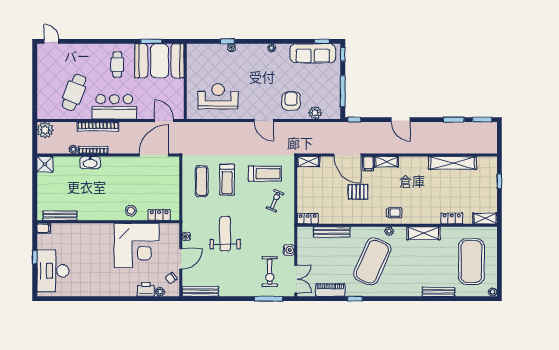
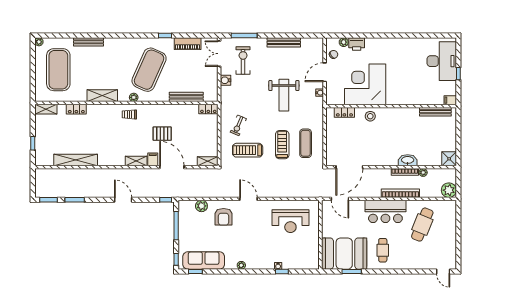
bench: (200, 291) -> (284, 42), moved

